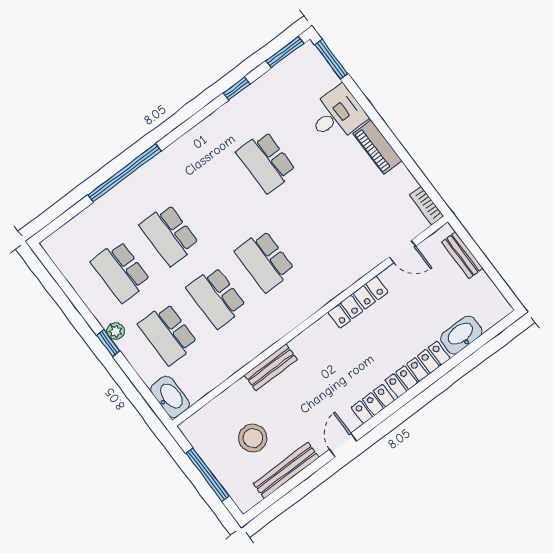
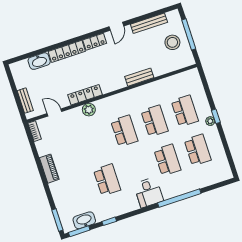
desk: (337, 115) -> (149, 192), moved, turned -90
plant: (342, 278) -> (89, 110), added
washbasin: (170, 397) -> (84, 220), moved, turned 90
stool: (253, 438) -> (172, 42), moved

